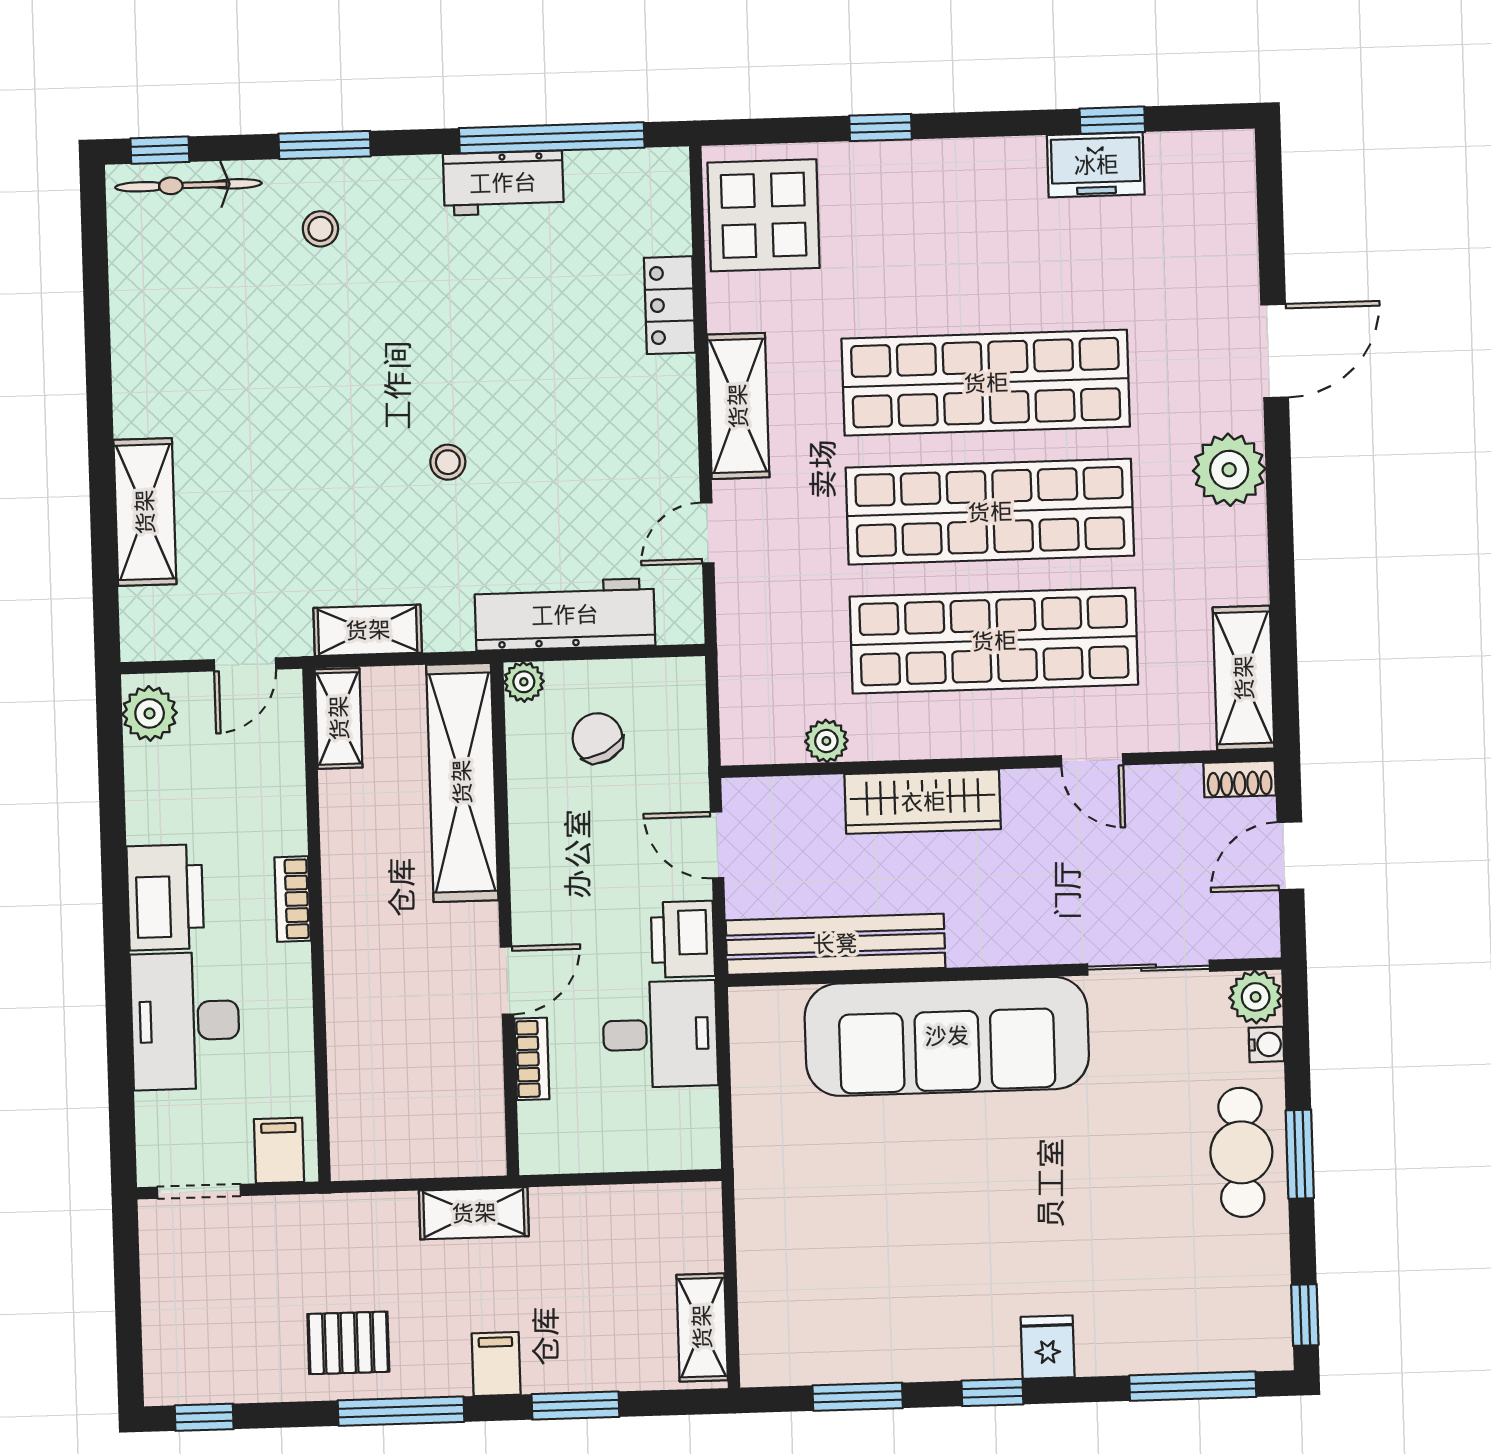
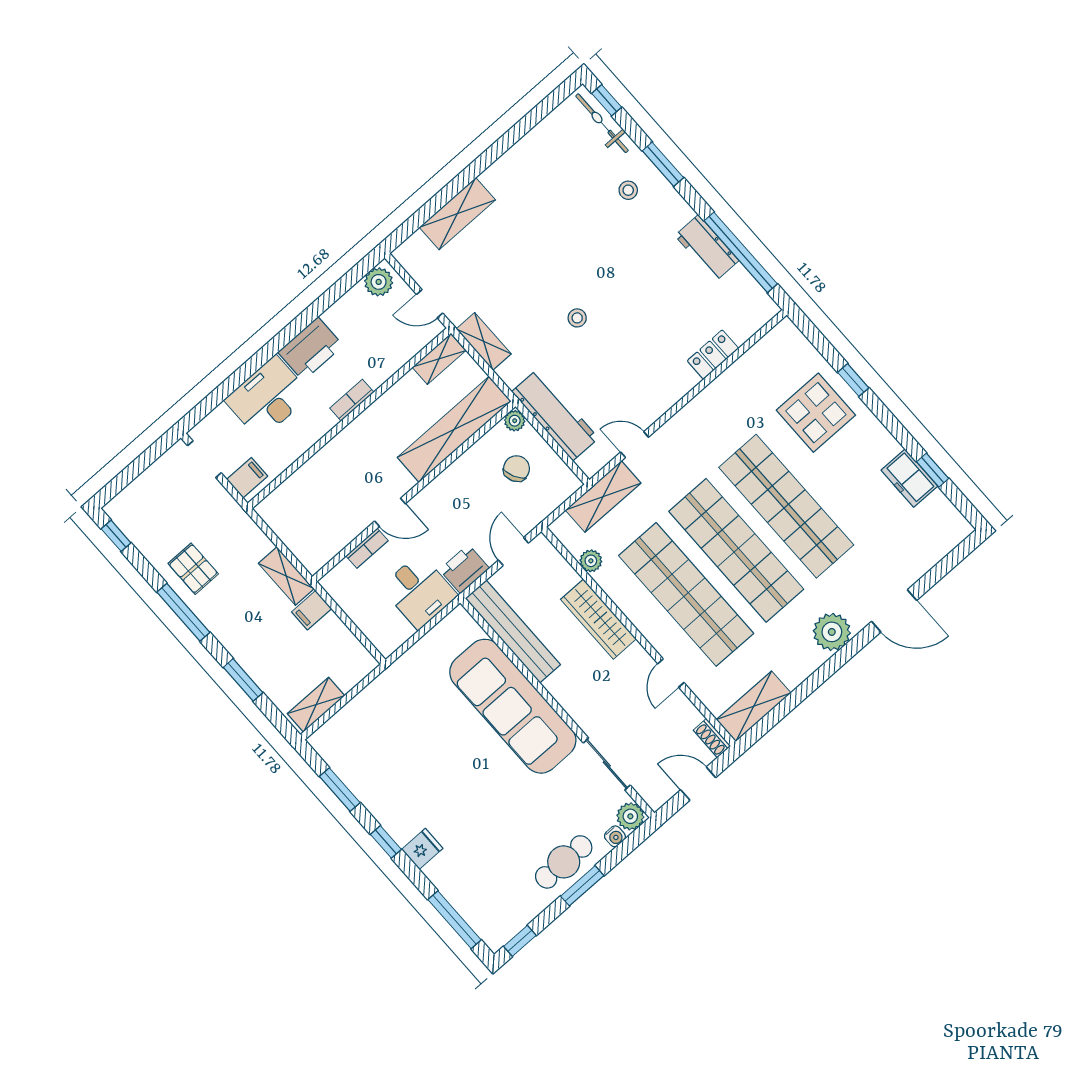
display table: (764, 215) -> (816, 413), moved
shelving: (738, 406) -> (603, 497), moved
filing cabinet: (496, 1364) -> (312, 610), moved, turned 180

